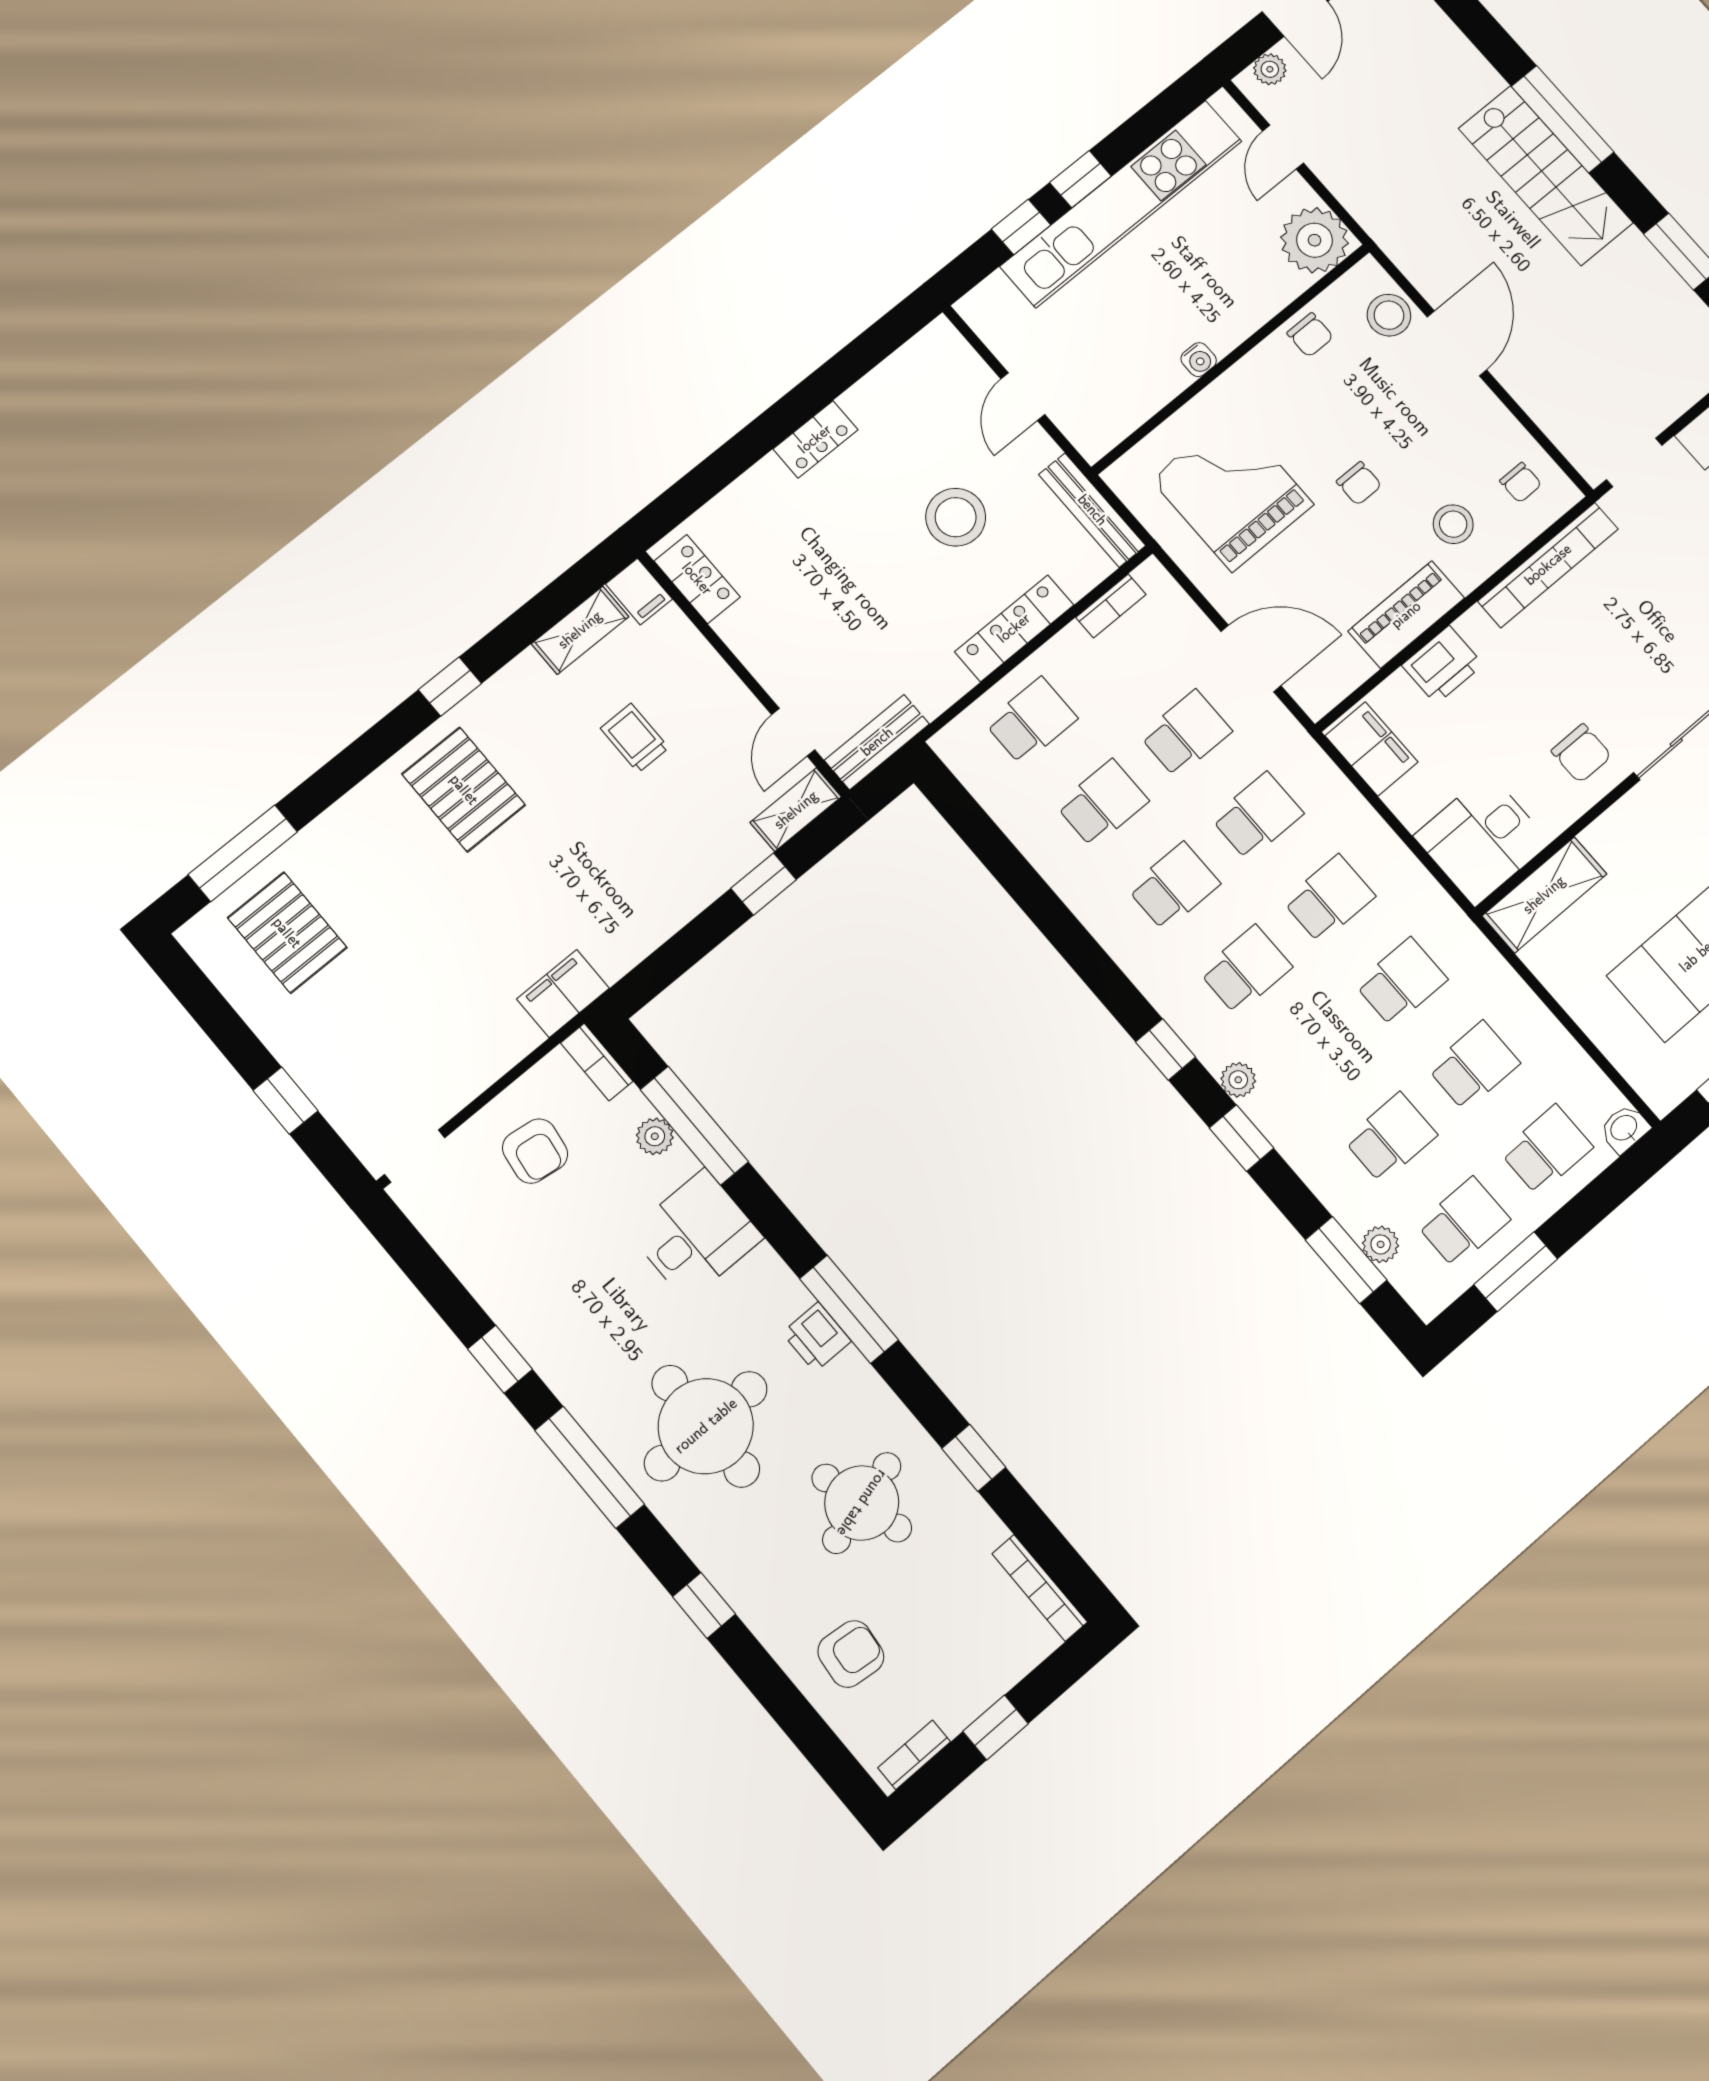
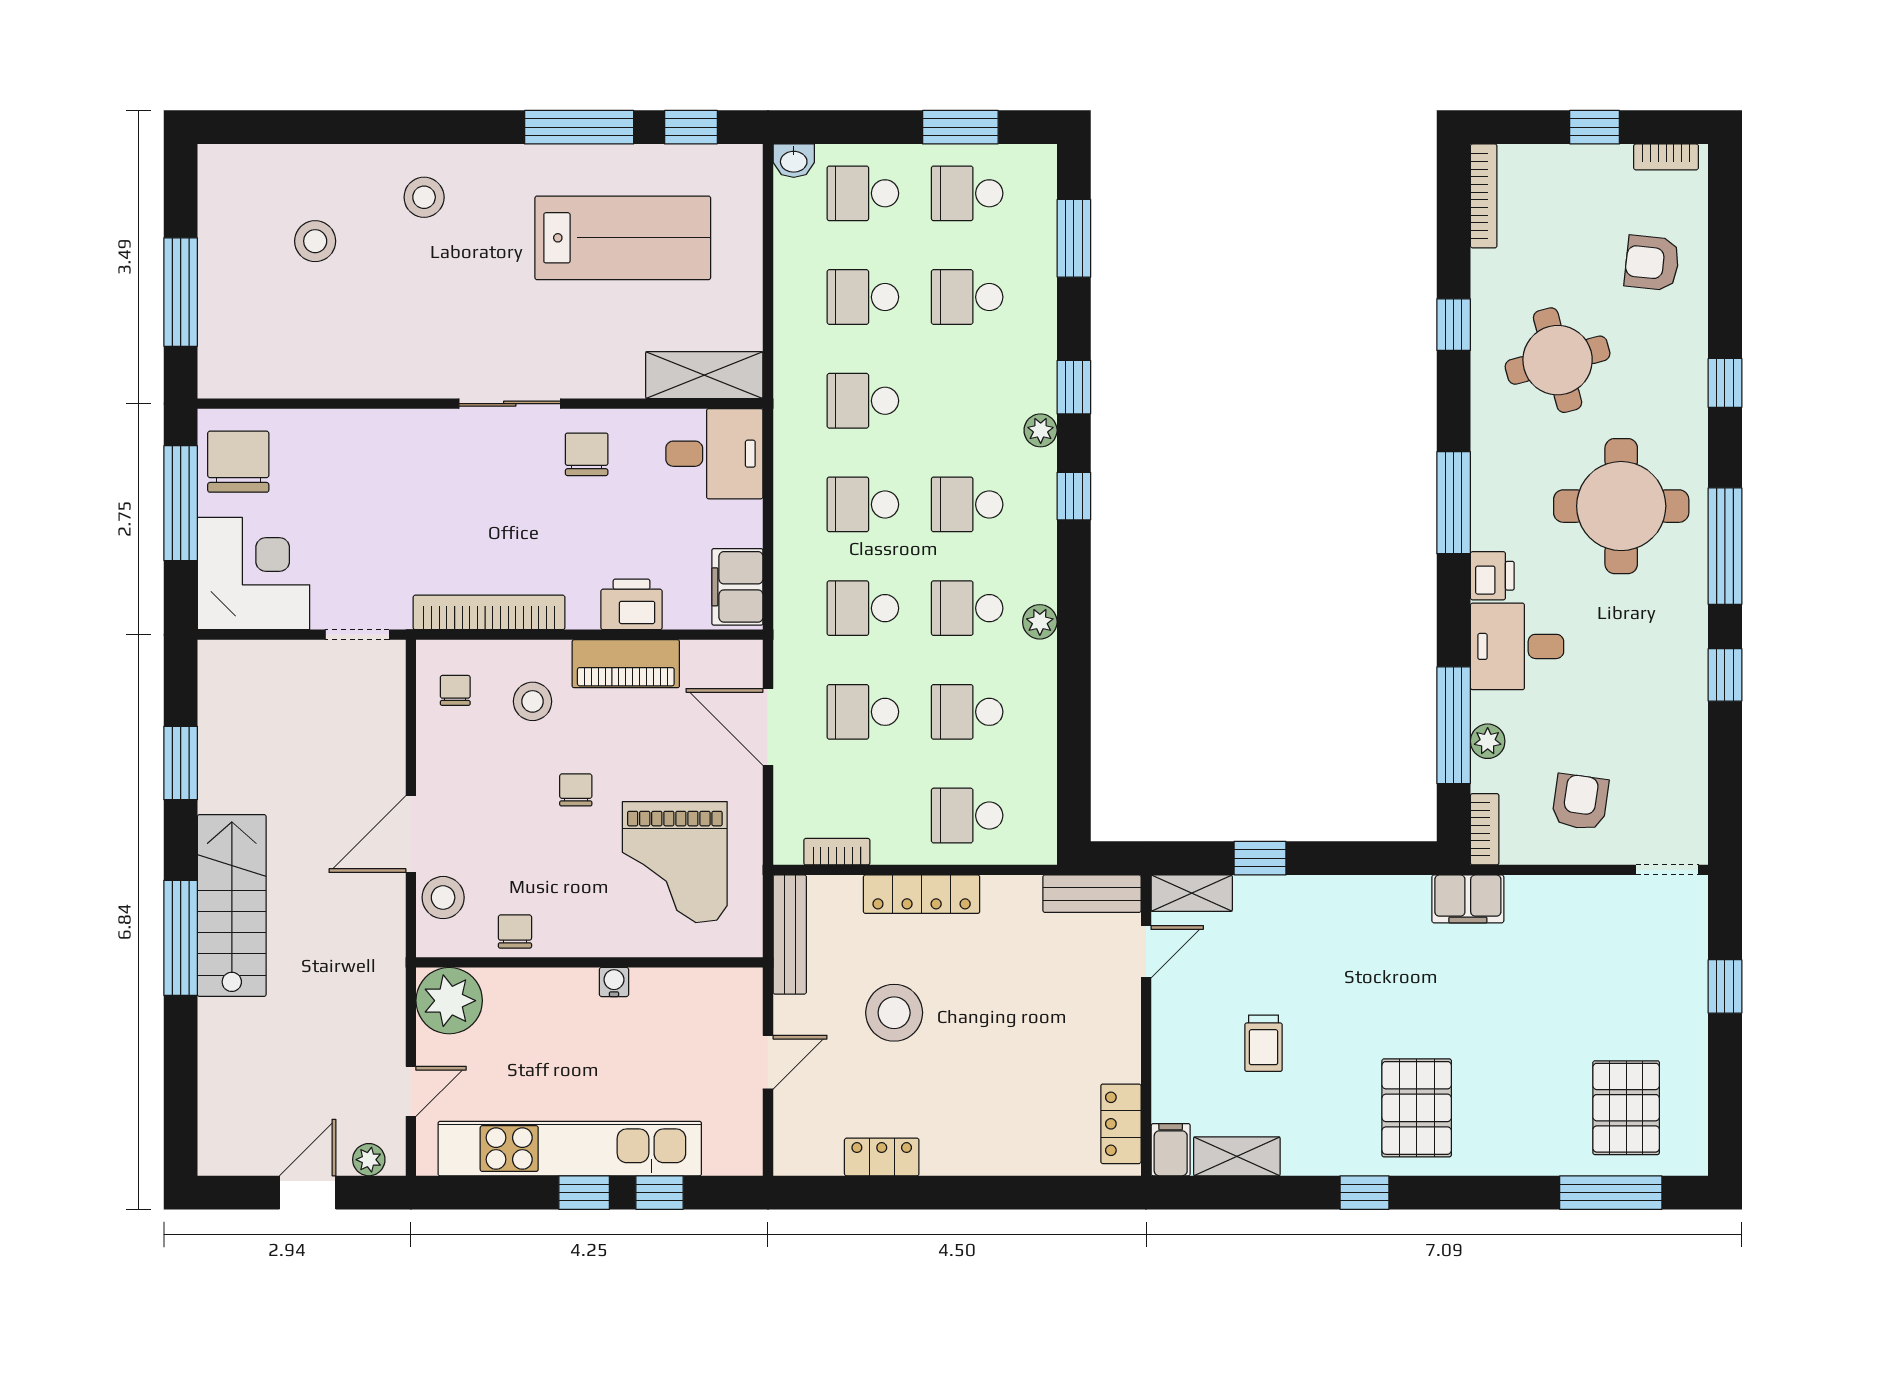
locker: (815, 439) -> (882, 1157), moved
plant: (1381, 1244) -> (1040, 622), moved
printer: (817, 1337) -> (1492, 576), moved

